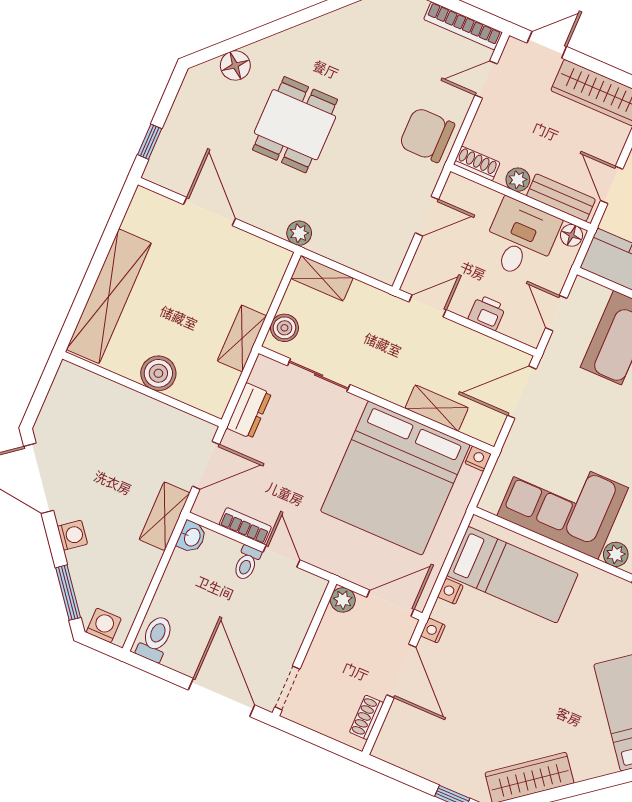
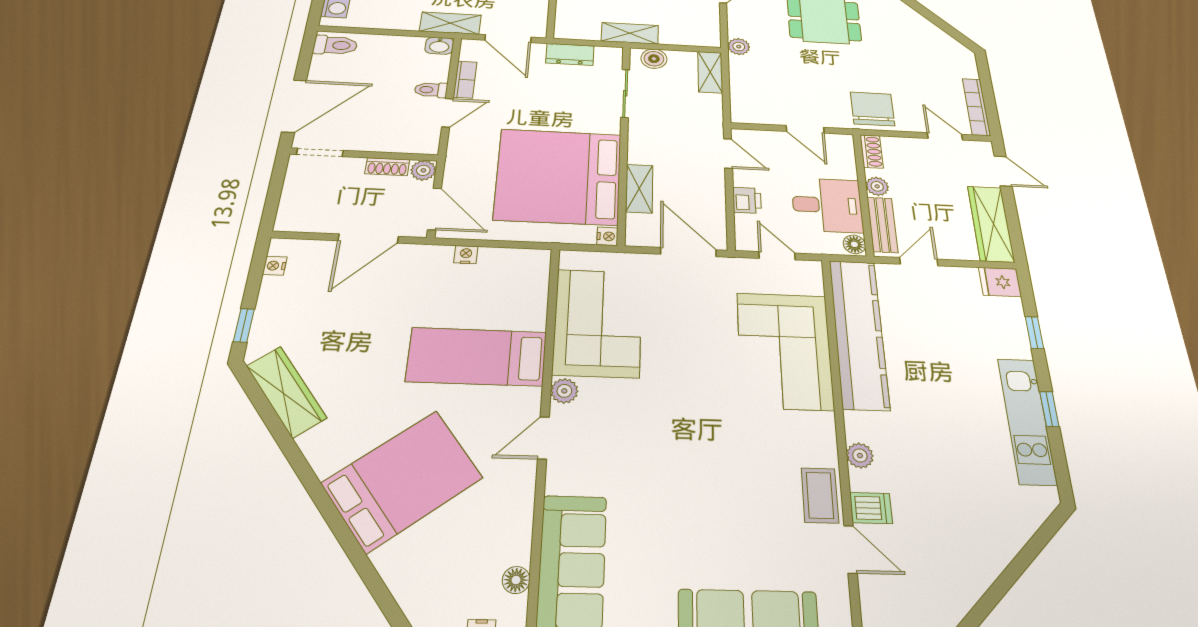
door: (556, 313) -> (777, 256), hinge flipped
bed: (512, 575) -> (477, 357), moved, turned 90
nightstand: (433, 630) -> (275, 266), moved, turned -90
shoe rack: (366, 717) -> (387, 167), moved, turned 180

